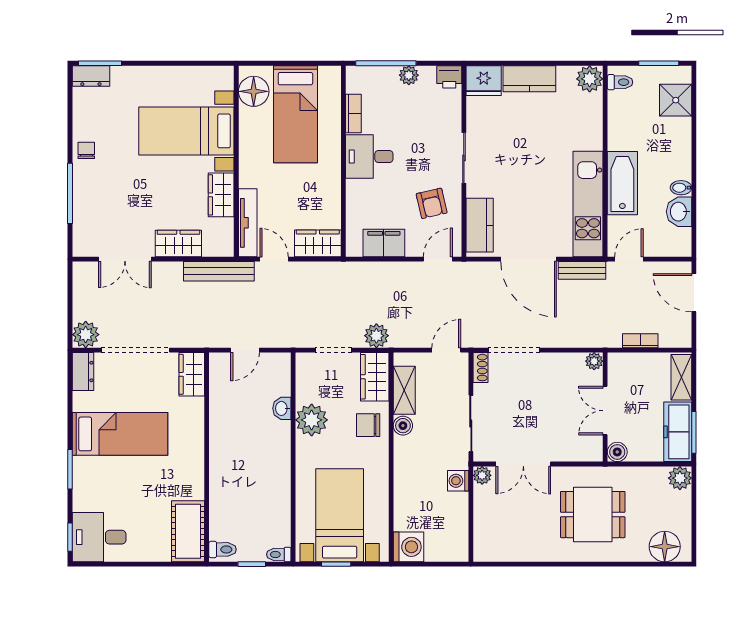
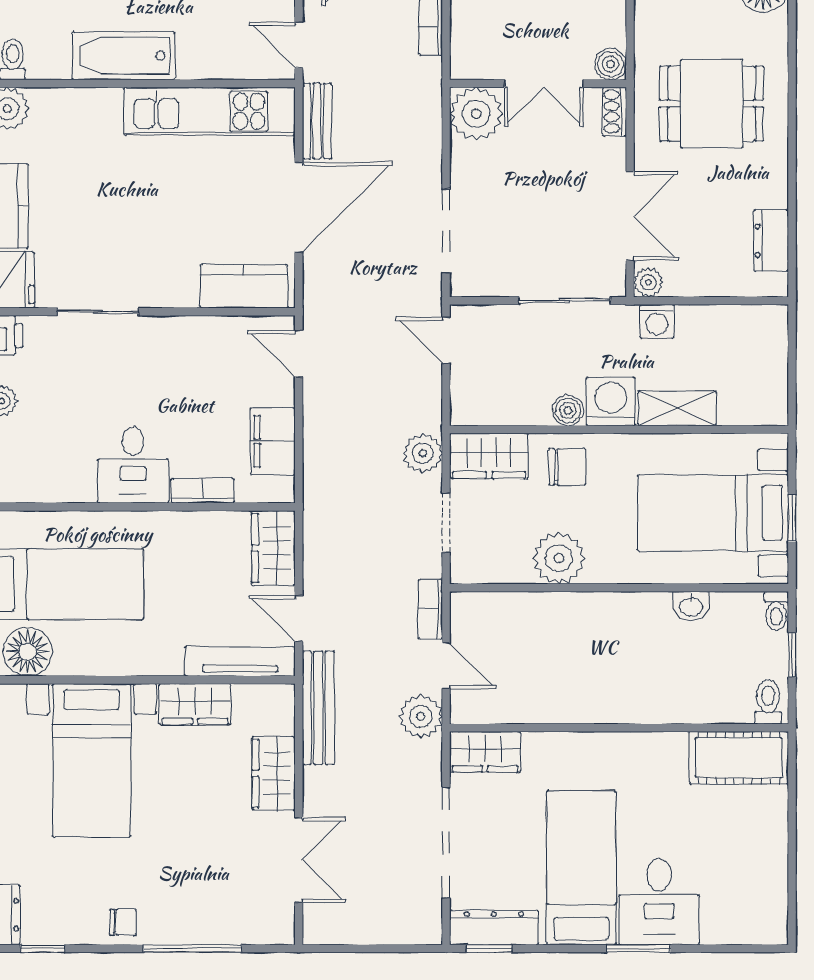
window: (70, 101) -> (43, 949), added
bookcase: (353, 113) -> (203, 491), moved
chair: (86, 150) -> (123, 922), turned 180
sliding door: (464, 158) -> (98, 312), moved
bathtub: (622, 183) -> (123, 56), moved
armchair: (432, 203) -> (209, 364), removed
door: (274, 259) -> (299, 619), hinge flipped
plant: (86, 335) -> (421, 716), moved
bookcase: (280, 340) -> (430, 609), added
plant: (594, 361) -> (476, 114), width x1.88, depth x1.88
shoe rack: (480, 368) -> (614, 112), moved, turned -90
dresser: (83, 372) -> (494, 928), width x1.44
shelving: (404, 390) -> (677, 408), moved
washbasin: (282, 408) -> (691, 606), moved
chair: (368, 425) -> (567, 467), turned -90
dining table: (593, 515) -> (712, 104), turned 90
window: (70, 537) -> (489, 949), moved
desk: (99, 537) -> (659, 902), moved
washing machine: (408, 547) -> (611, 401), moved
dresser: (508, 551) -> (771, 241), added

